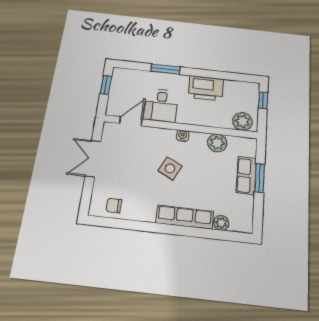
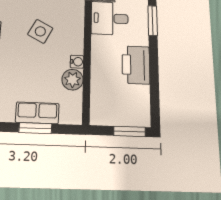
window: (263, 100) -> (130, 131), width x1.50
plant: (242, 121) -> (101, 107), removed
water cooler: (183, 136) -> (77, 62), moved

